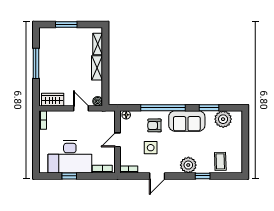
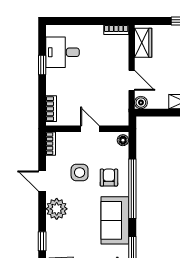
door: (81, 108) -> (132, 80), hinge flipped
desk: (70, 157) -> (63, 52), width x0.53, depth x0.77
plant: (188, 165) -> (57, 209), moved

